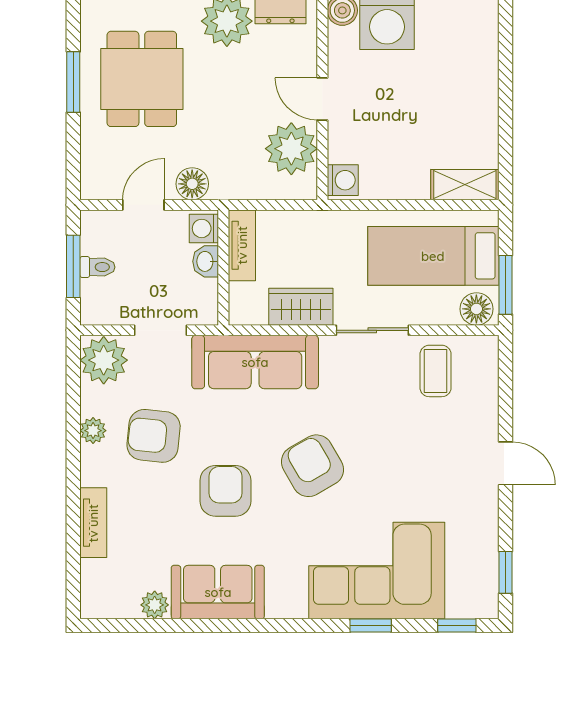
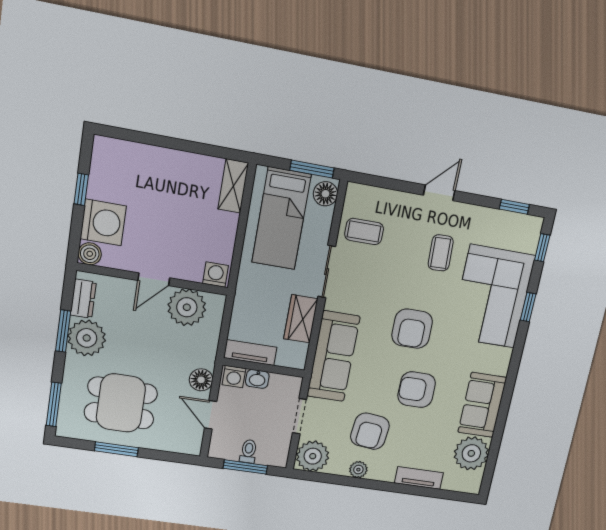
armchair: (312, 466) -> (412, 329), turned -60
coffee table: (425, 483) -> (441, 253), added
plant: (155, 605) -> (471, 453), width x1.87, depth x1.87

